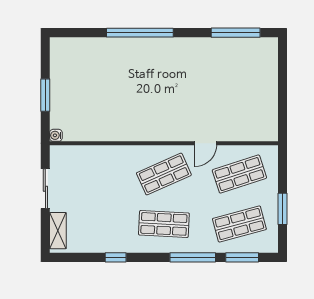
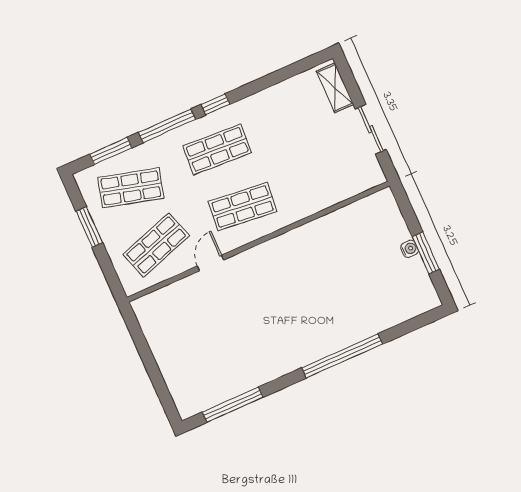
window: (45, 95) -> (426, 253), moved
water cooler: (56, 135) -> (409, 249), moved
shop shelf: (164, 174) -> (243, 206), turned 30
shop shelf: (239, 224) -> (131, 188), turned 30
window: (116, 257) -> (216, 104), moved

